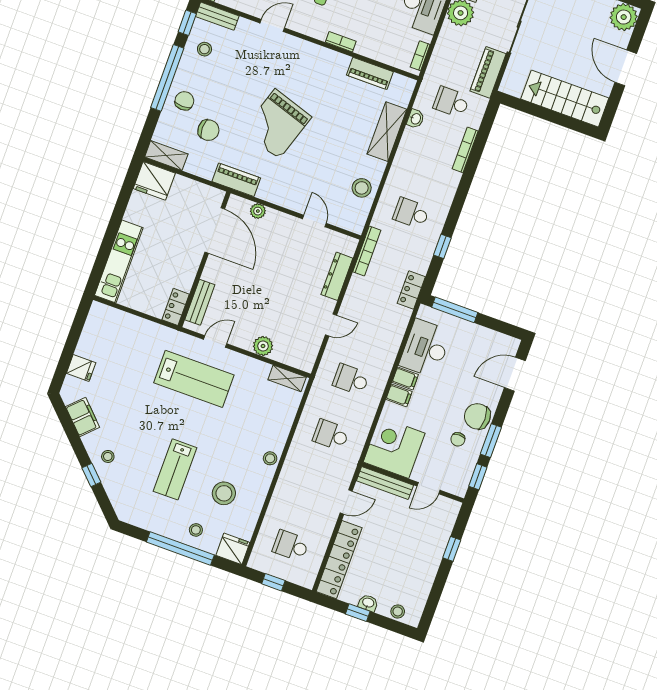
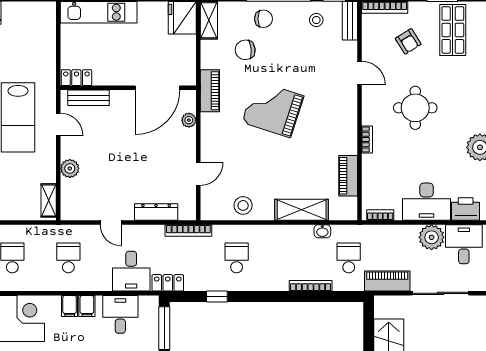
chair: (208, 130) -> (245, 50), turned 84
desk: (386, 322) -> (131, 271), added
desk: (425, 348) -> (120, 314), width x0.73

